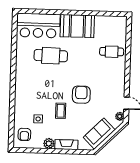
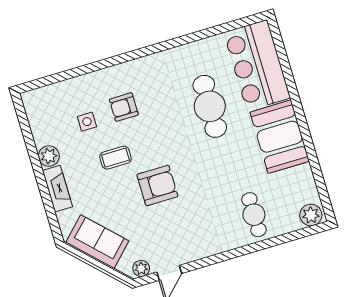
plant: (121, 24) -> (311, 215), added
armchair: (24, 134) -> (124, 107), moved

